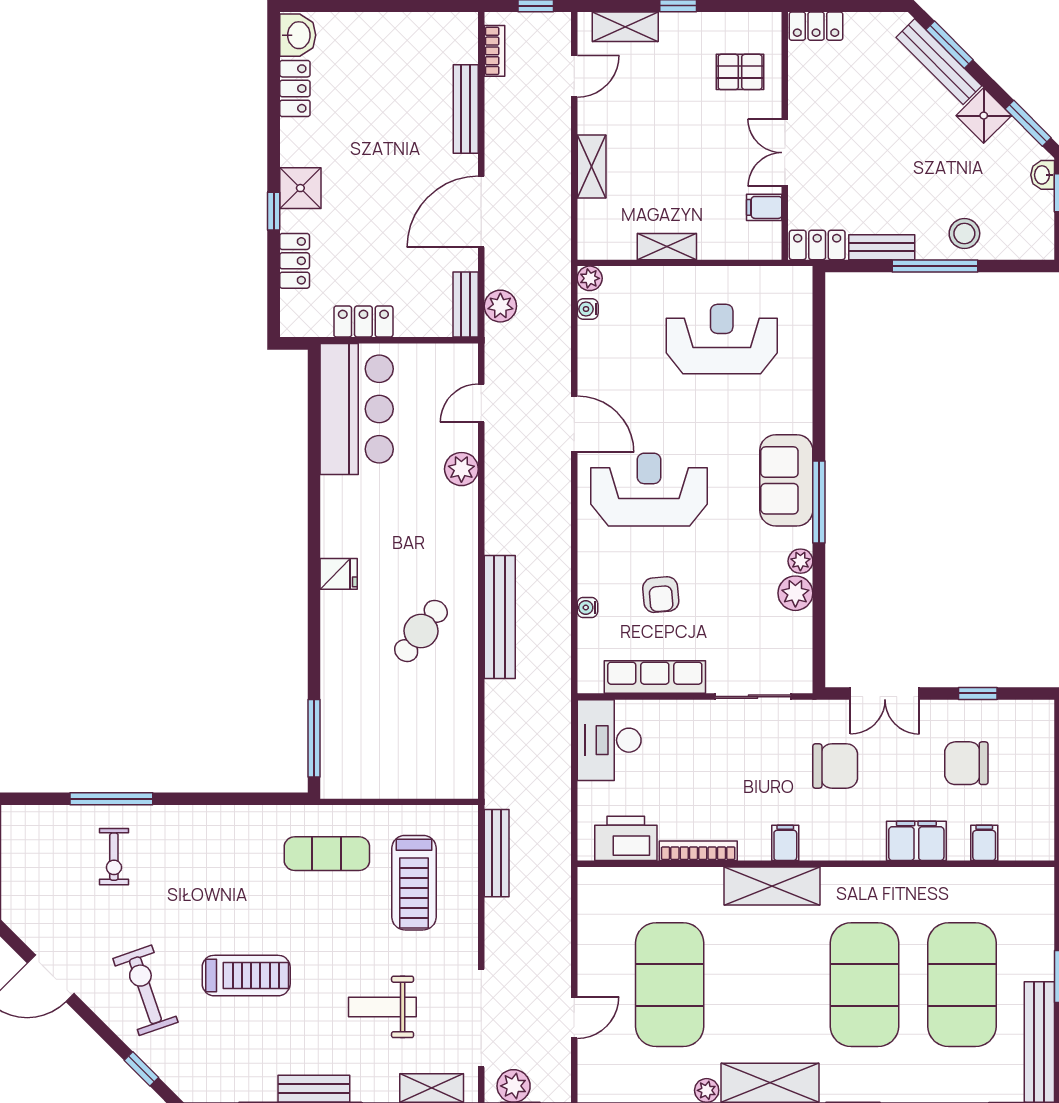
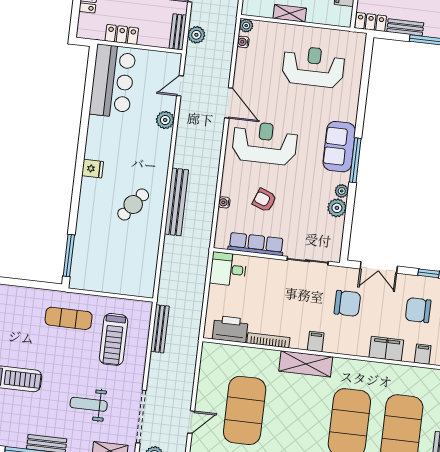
armchair: (661, 595) -> (264, 200), turned 116
desk: (609, 740) -> (228, 269), width x0.73

